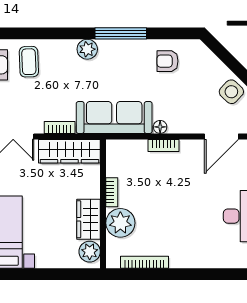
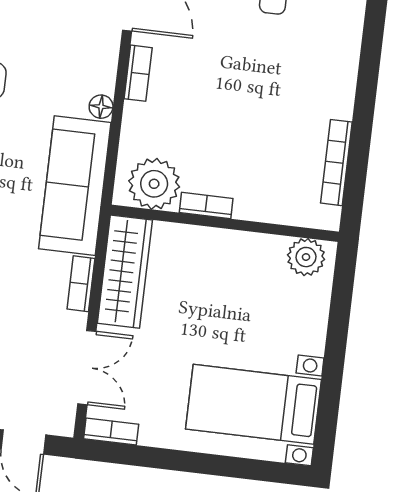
bookcase: (163, 145) -> (138, 73), moved
wardrobe: (88, 219) -> (249, 252), removed
plant: (120, 223) -> (154, 184), moved

